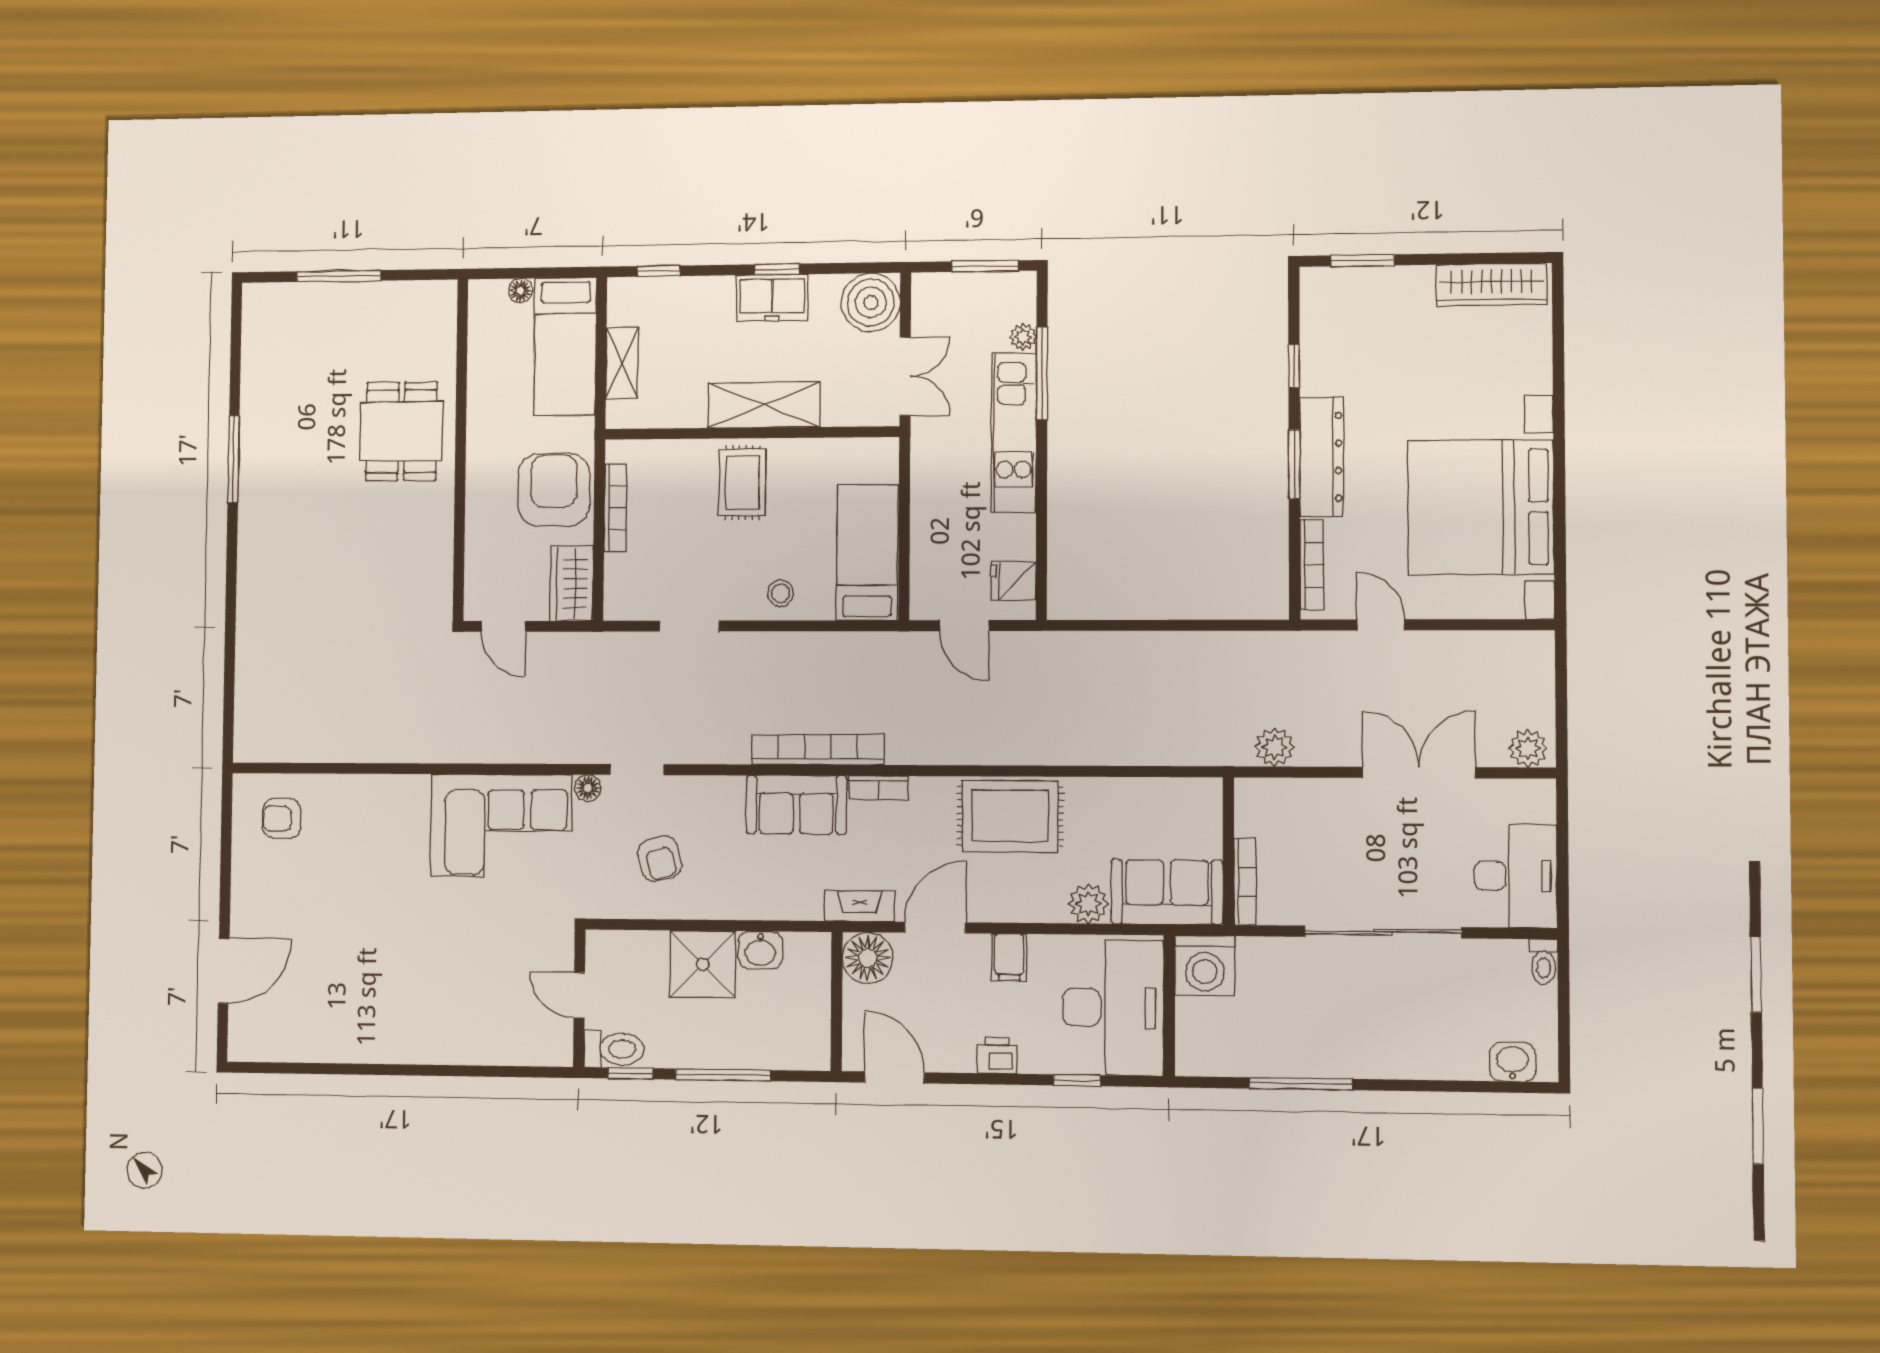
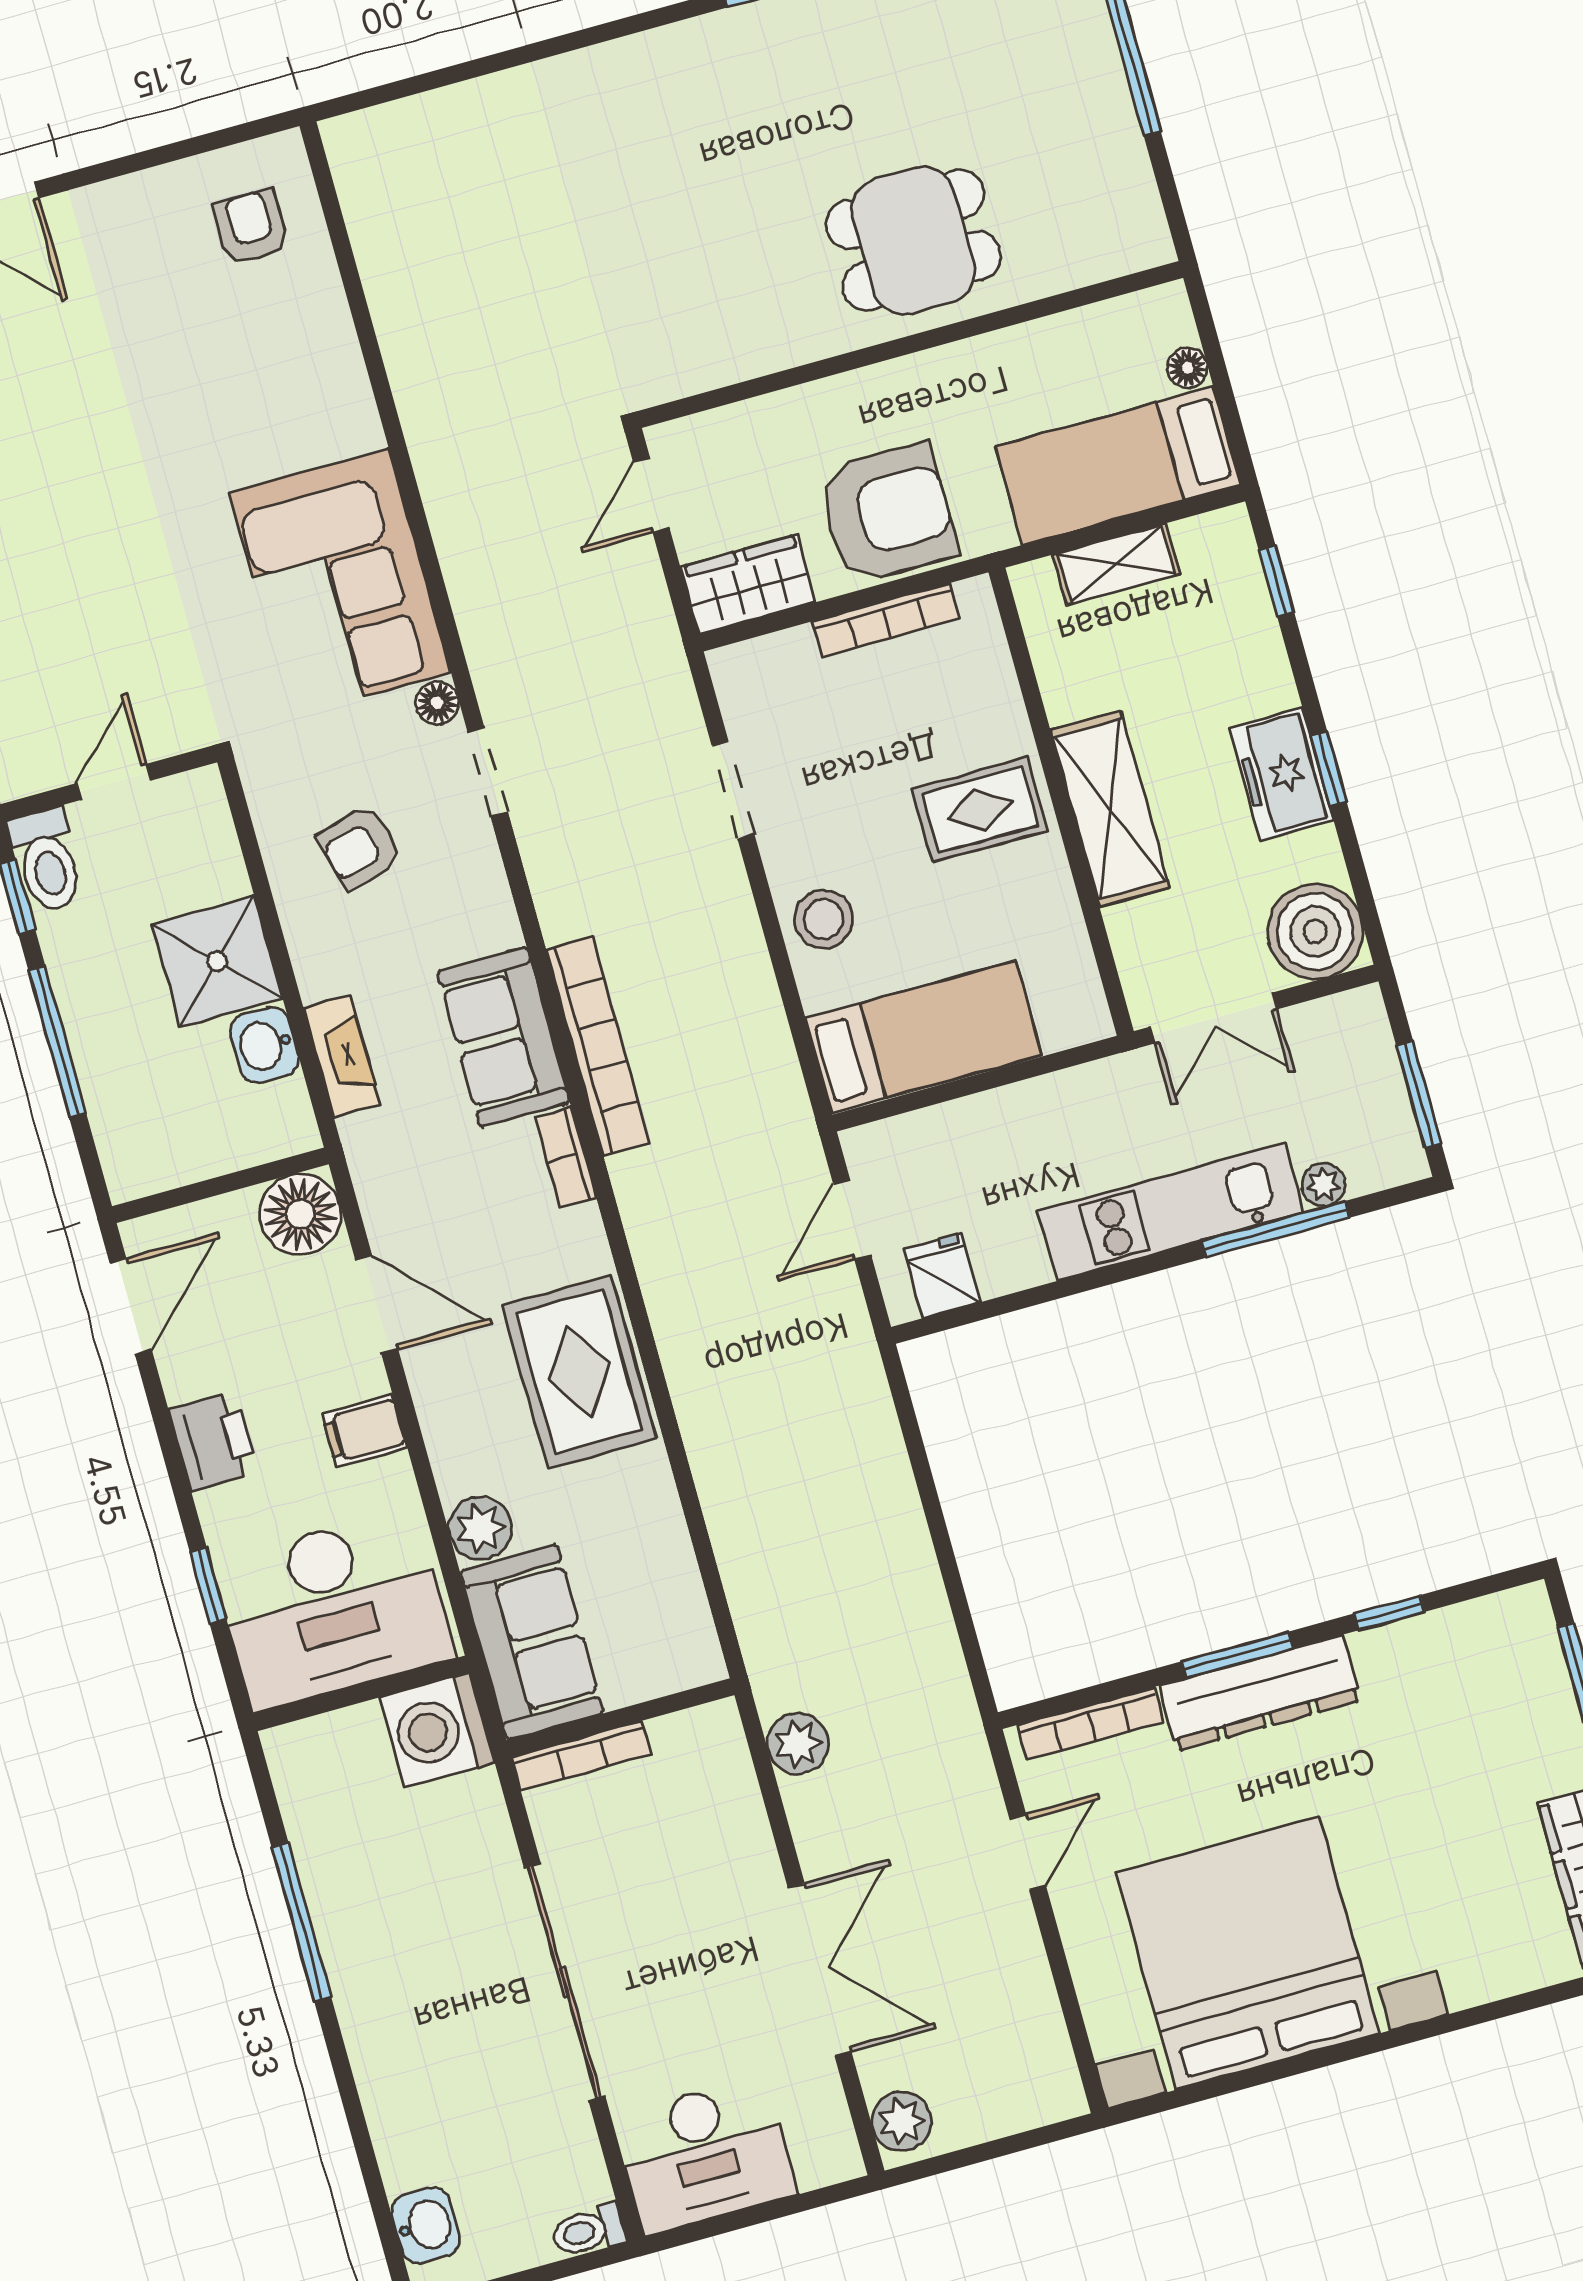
stool: (781, 593) -> (824, 919), width x1.37, depth x1.37
fireplace: (860, 906) -> (342, 1056), moved
printer: (997, 1056) -> (213, 1441), width x1.36, depth x1.24

